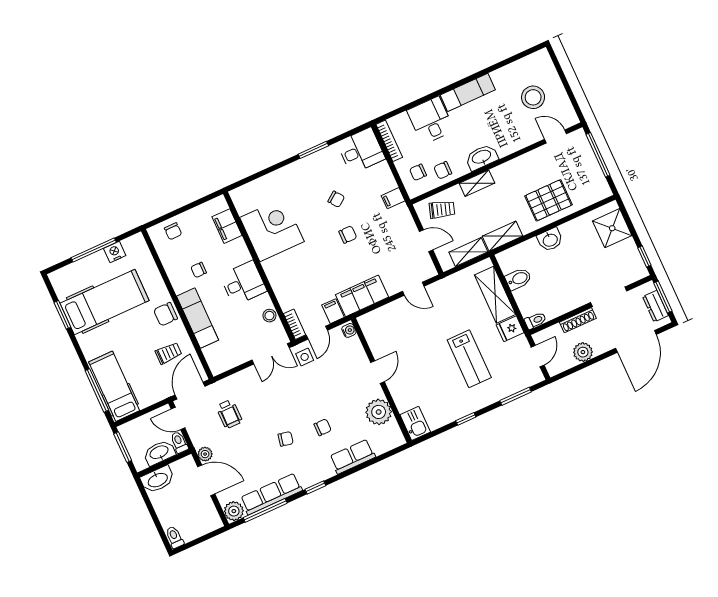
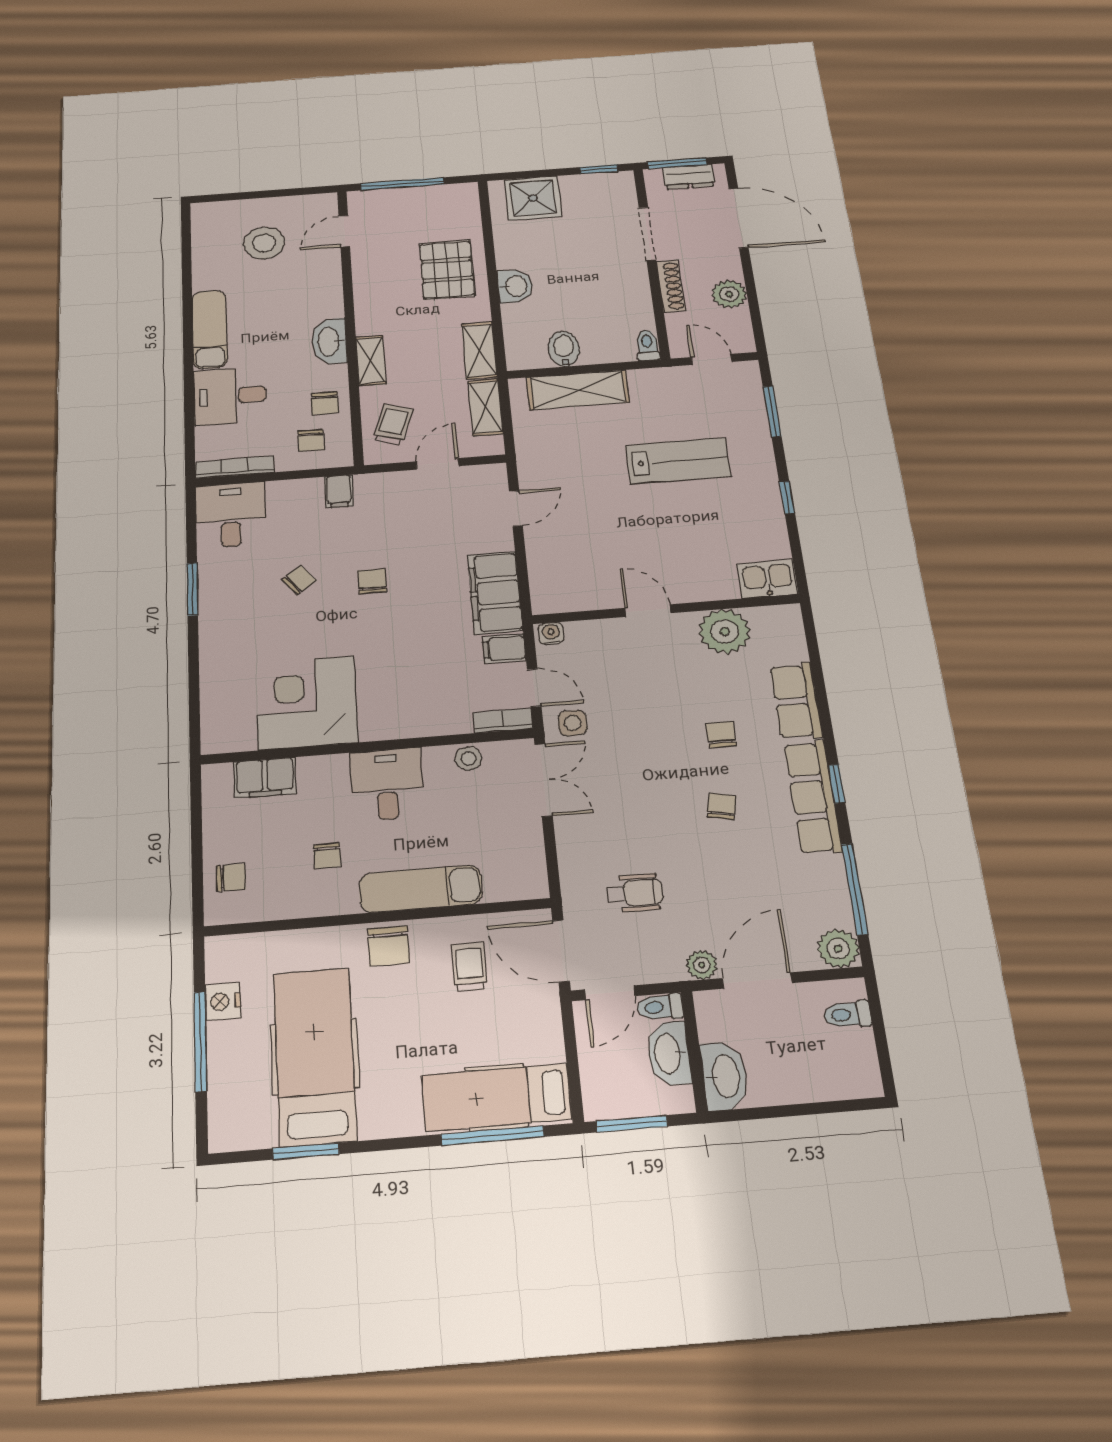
fridge: (510, 329) -> (647, 385), removed
row of seats: (271, 494) -> (813, 797), moved
toilet: (175, 537) -> (848, 1014), moved

